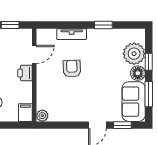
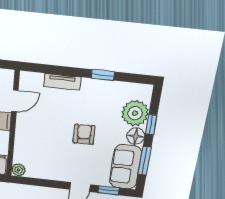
armchair: (72, 69) -> (84, 134), moved

